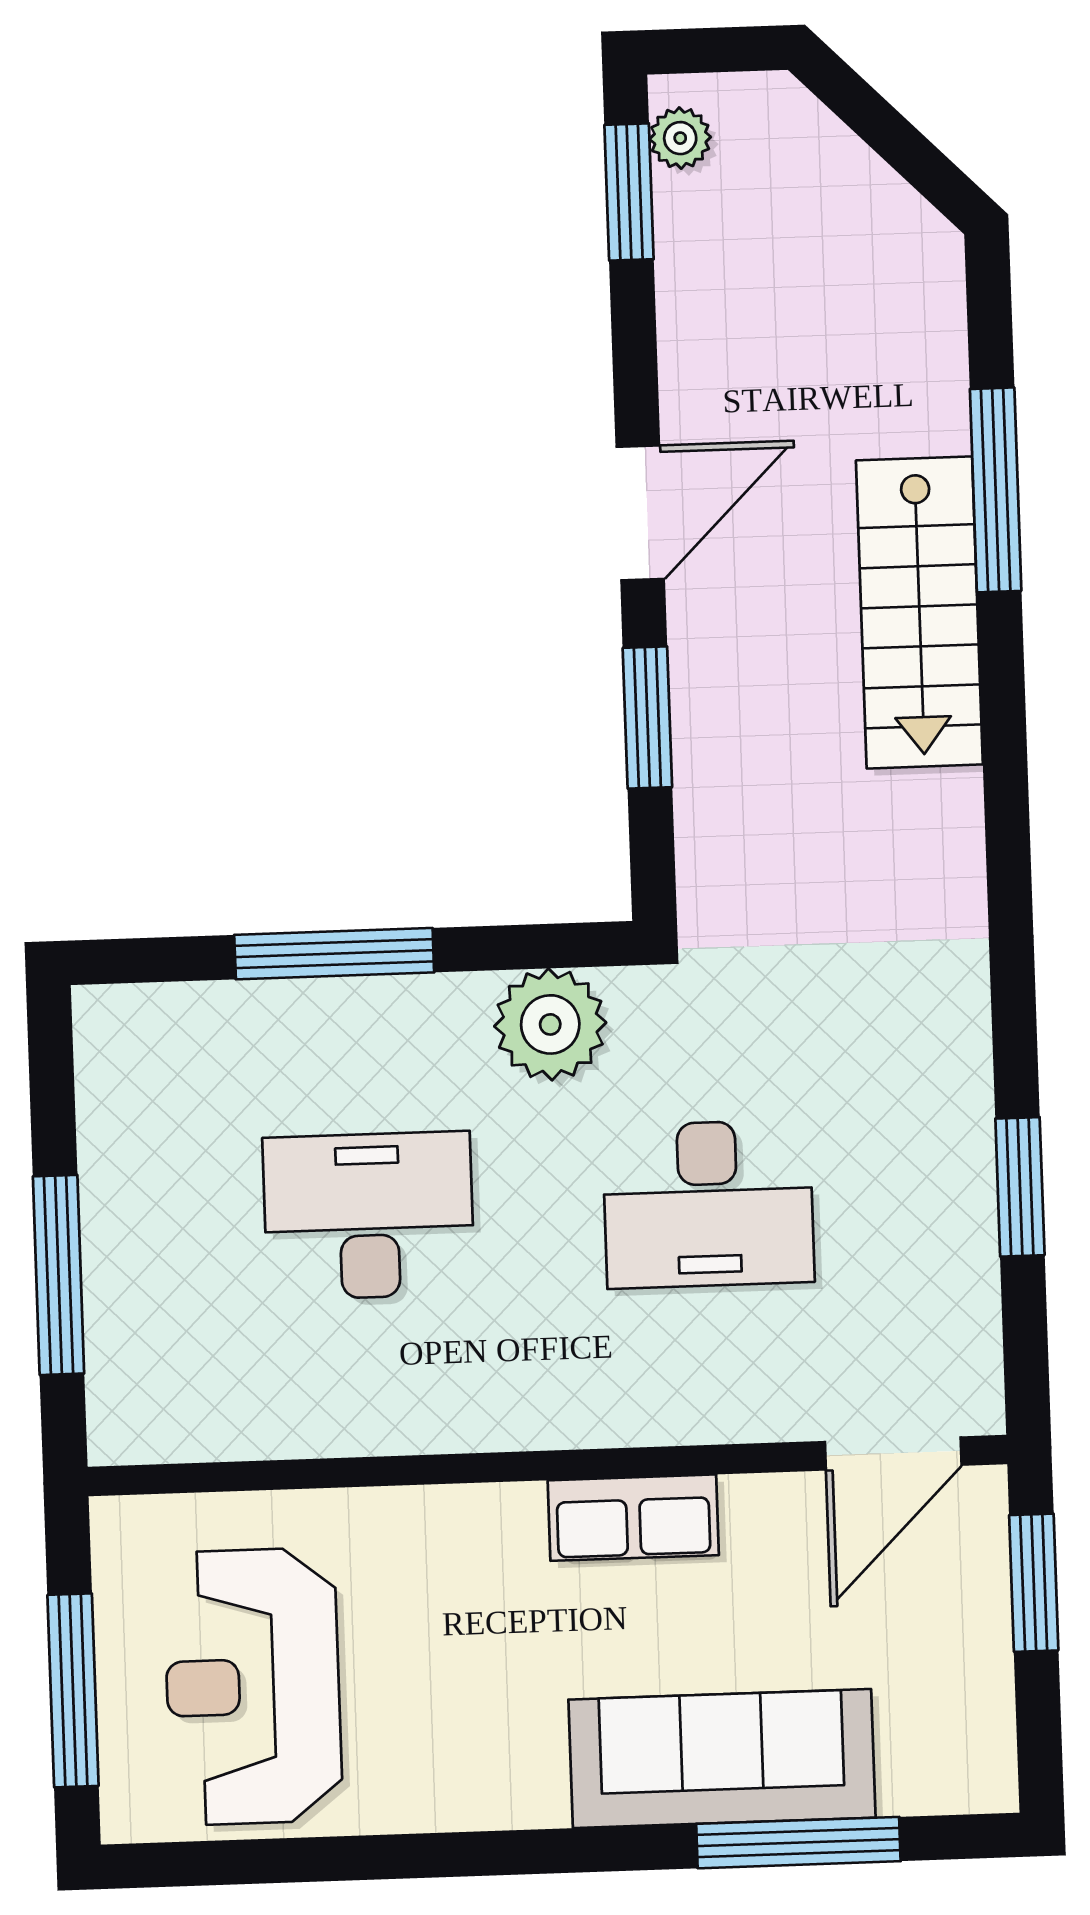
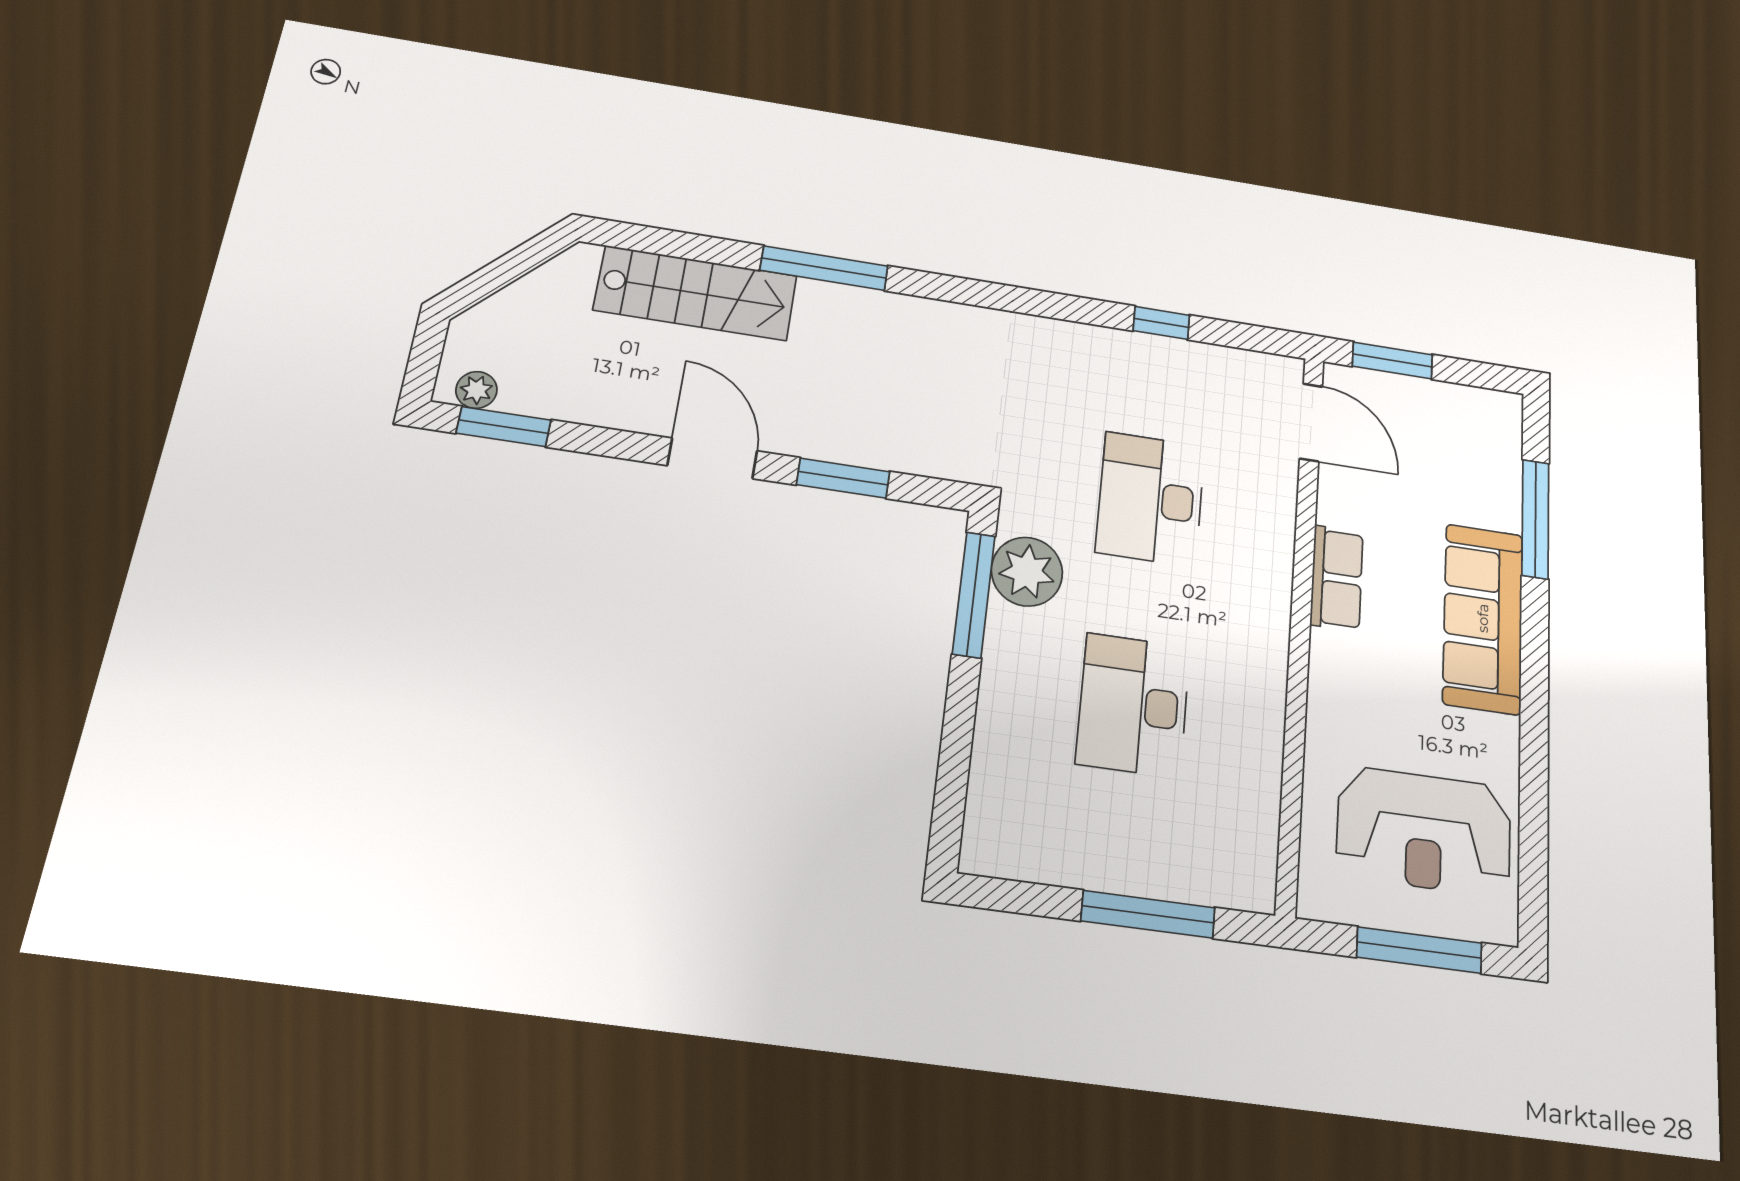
window: (996, 490) -> (824, 268), moved
stairs: (919, 612) -> (696, 293), moved
window: (334, 954) -> (974, 595), moved
window: (1020, 1187) -> (1161, 323), width x0.67
desk: (708, 1204) -> (1150, 499), turned 180
sofa: (722, 1759) -> (1483, 618), moved

